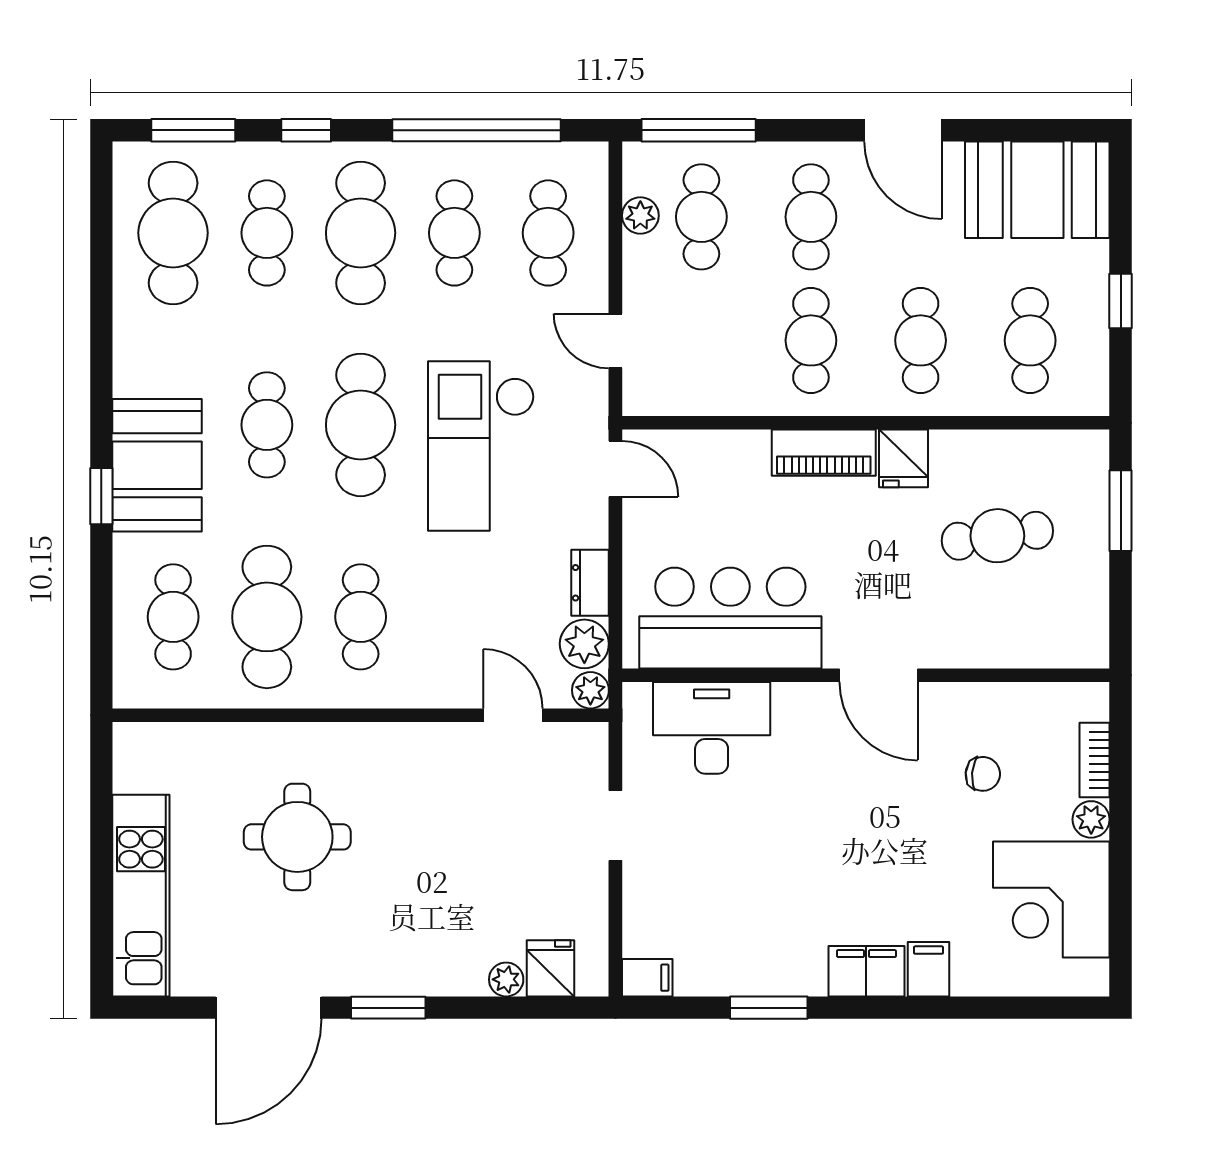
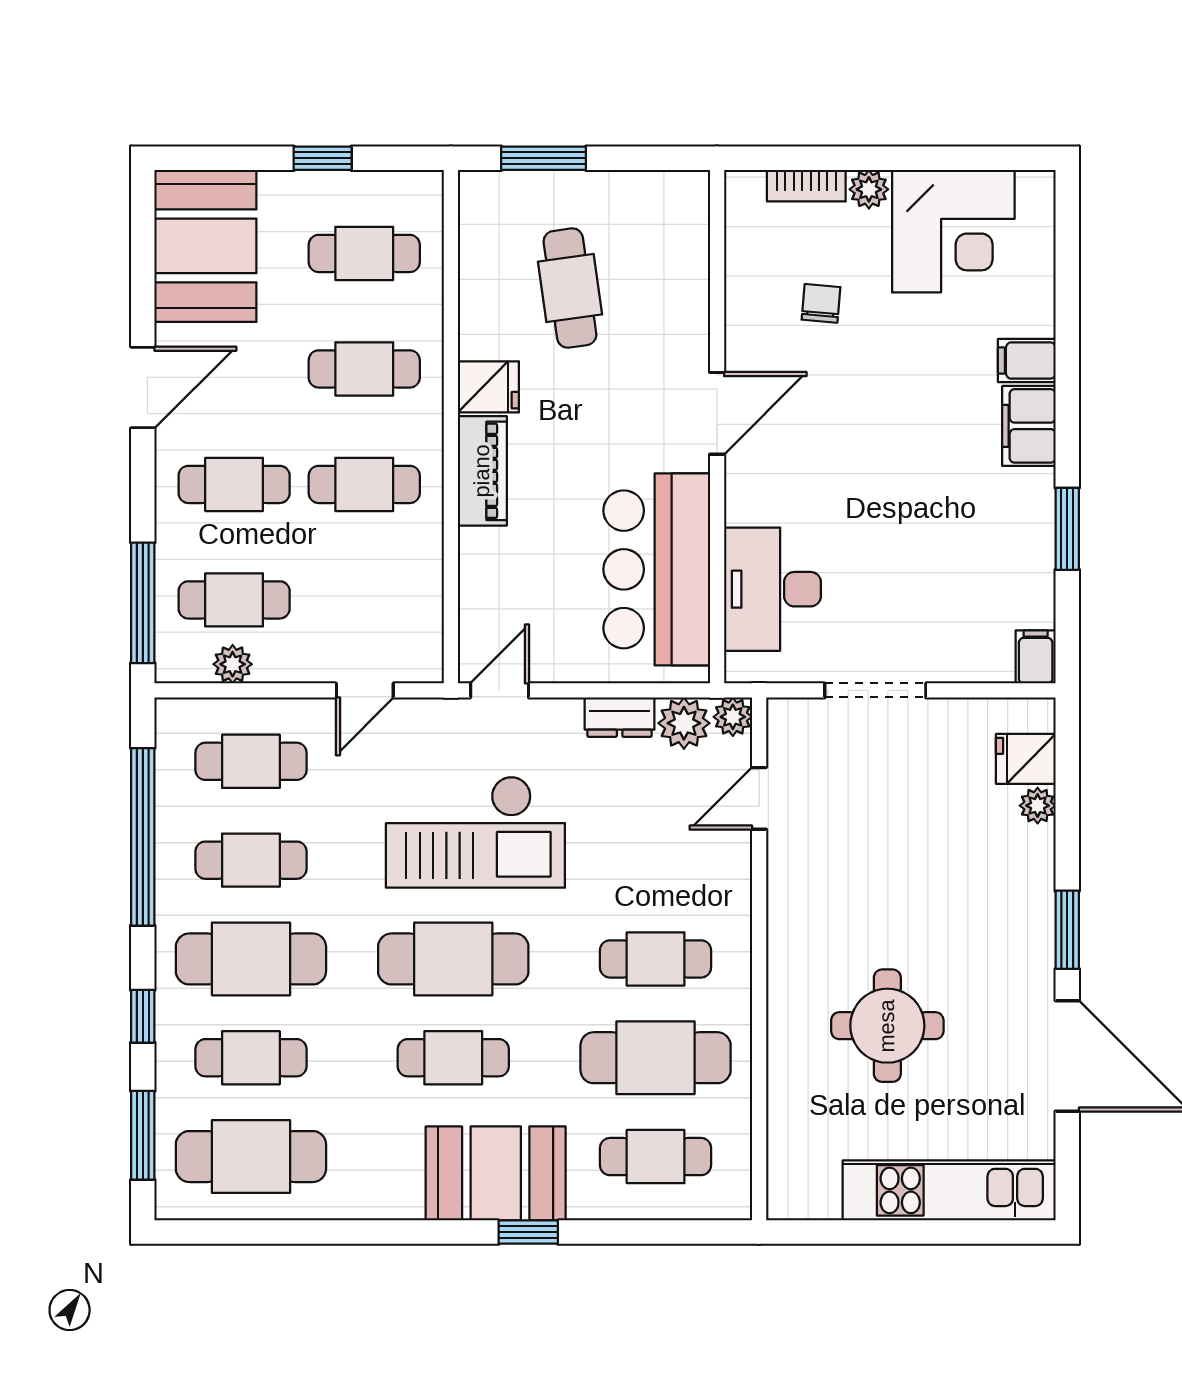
doorway: (615, 826) -> (875, 690), width x1.38

